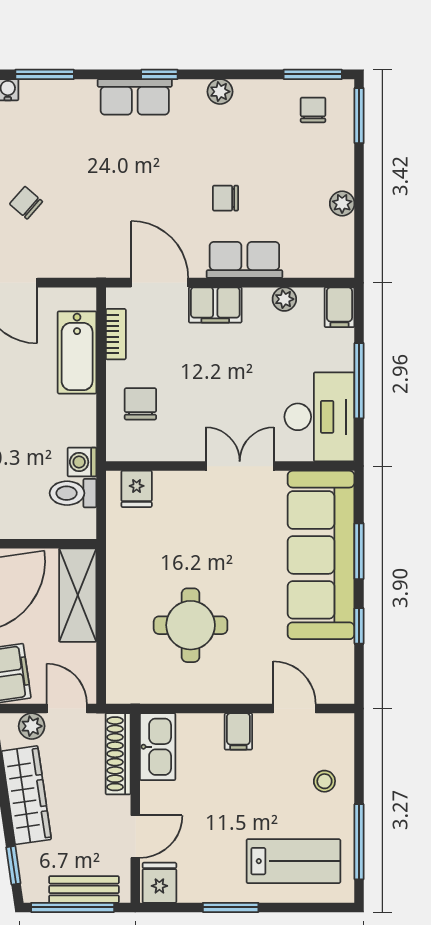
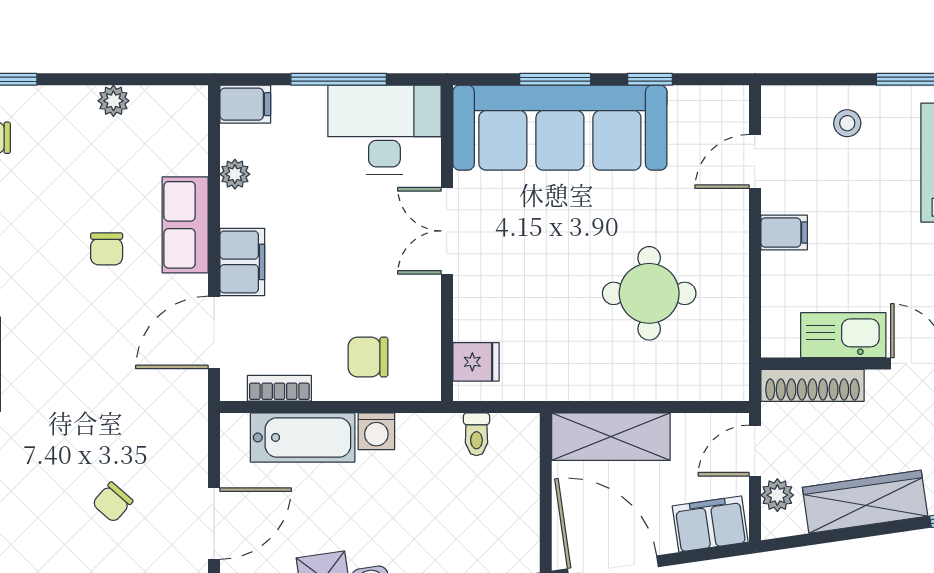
washing machine: (82, 462) -> (376, 431), moved
toilet: (73, 493) -> (476, 434), width x0.73, depth x0.72
kitchen sink: (158, 747) -> (843, 335), moved

